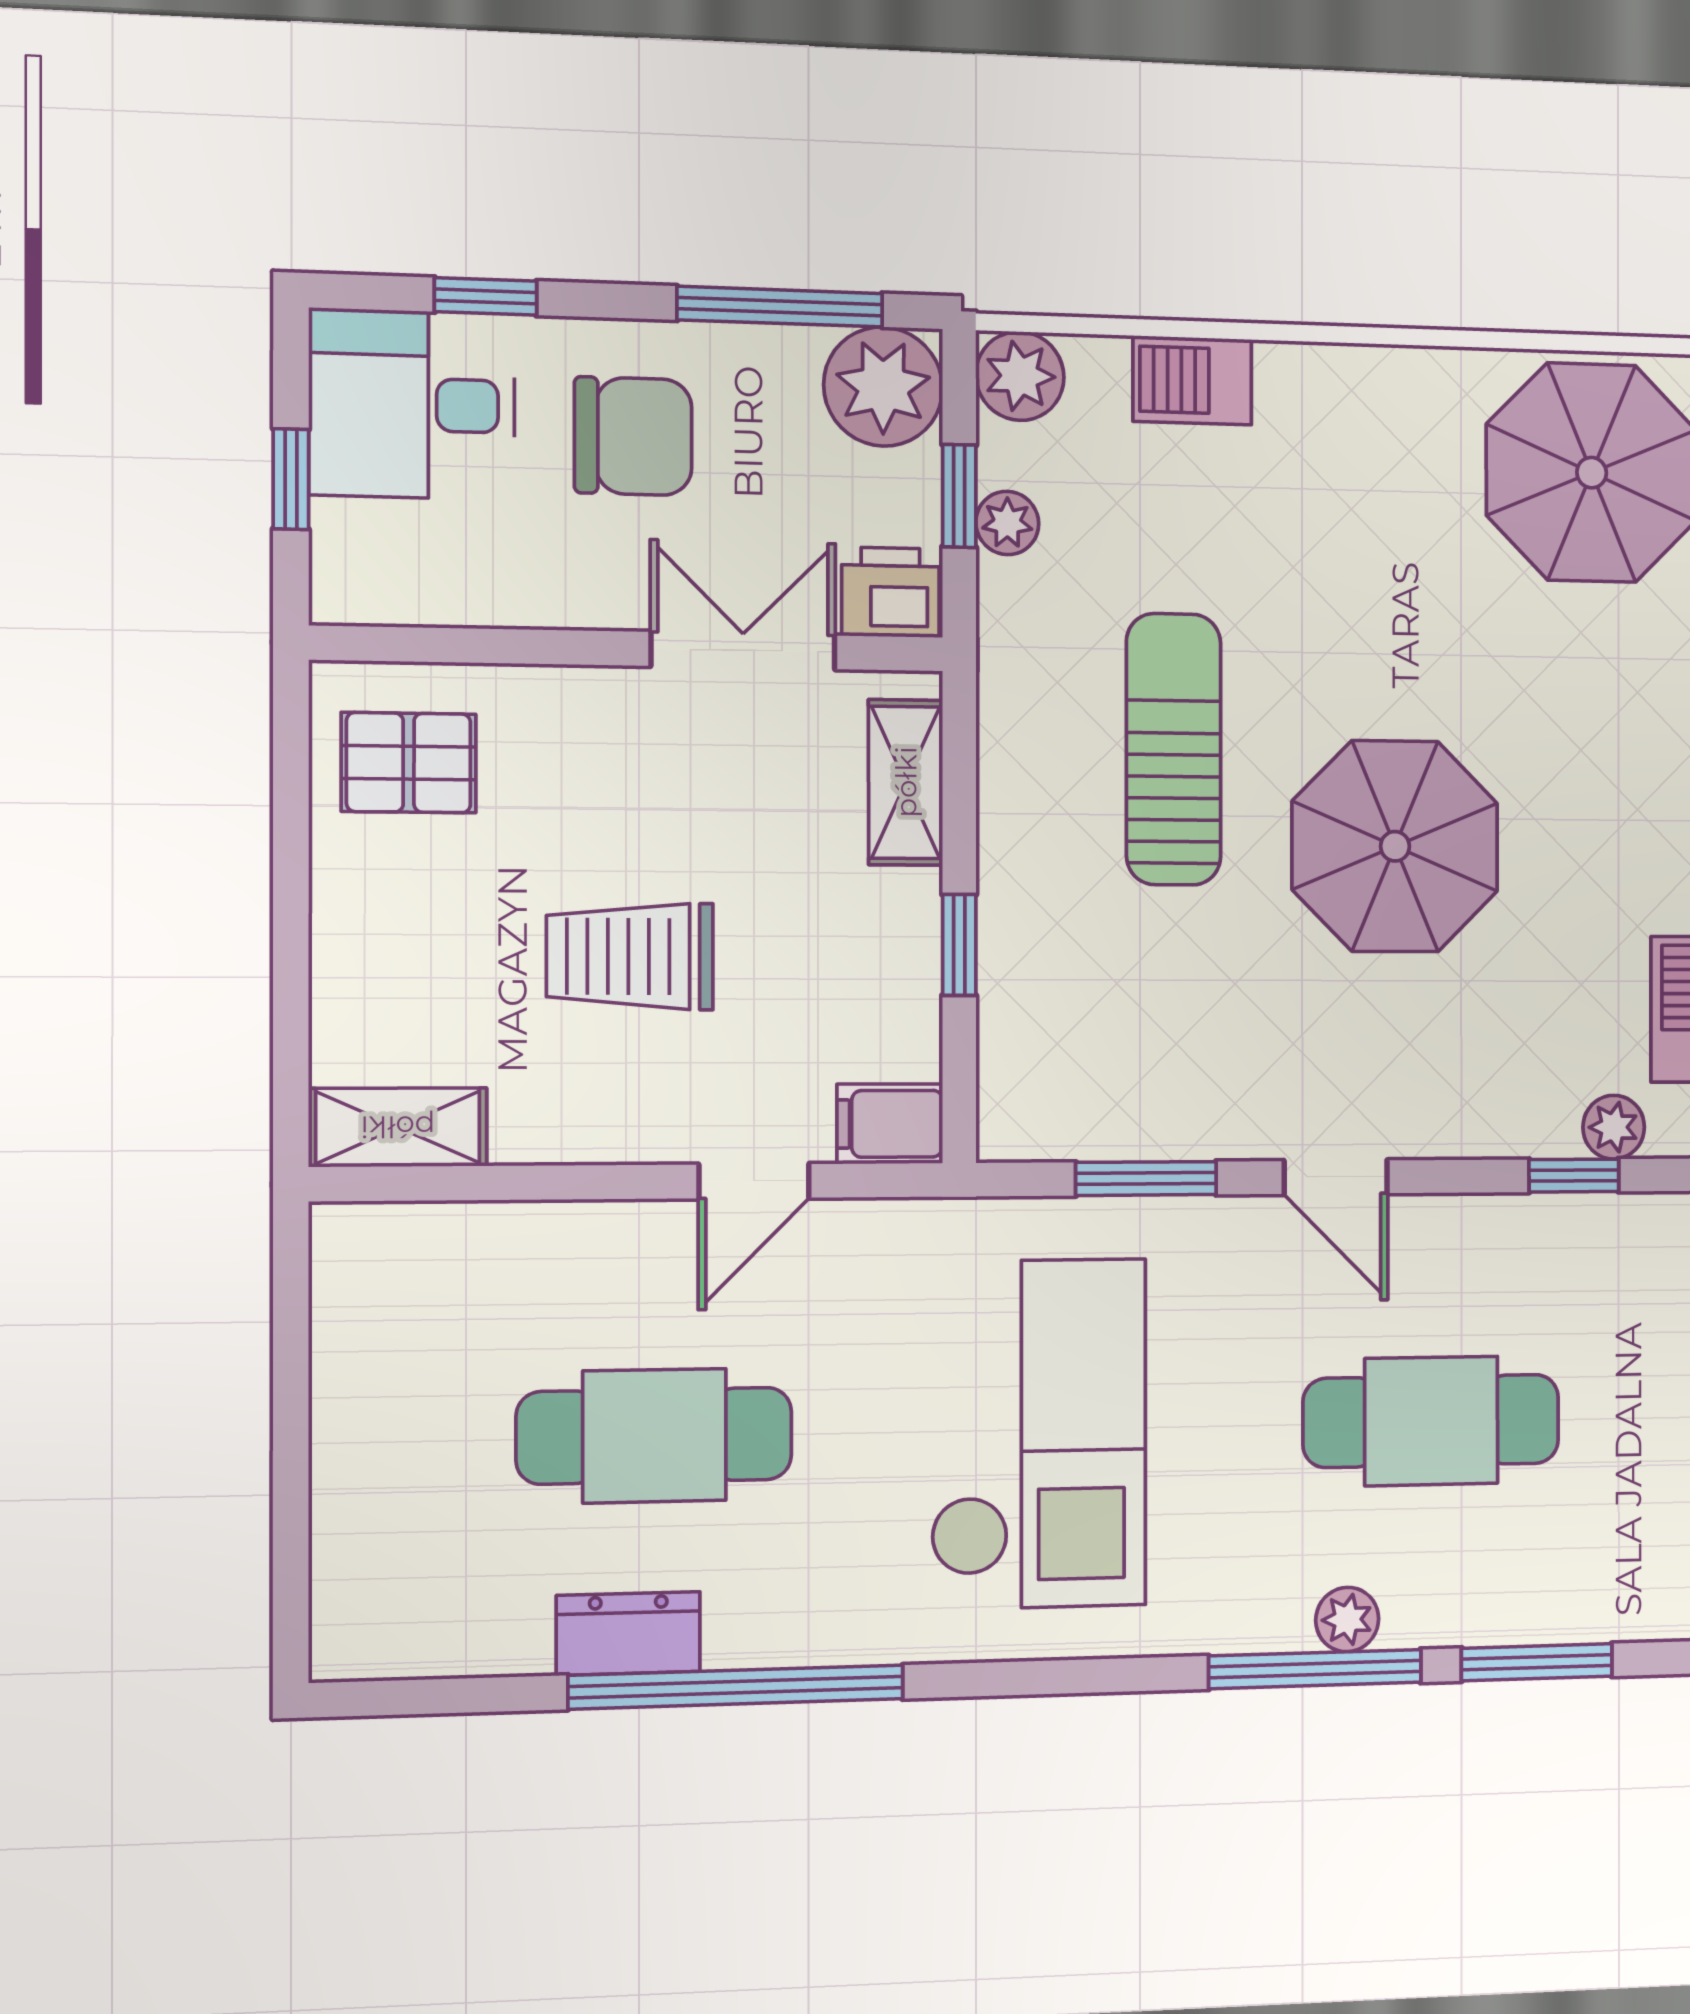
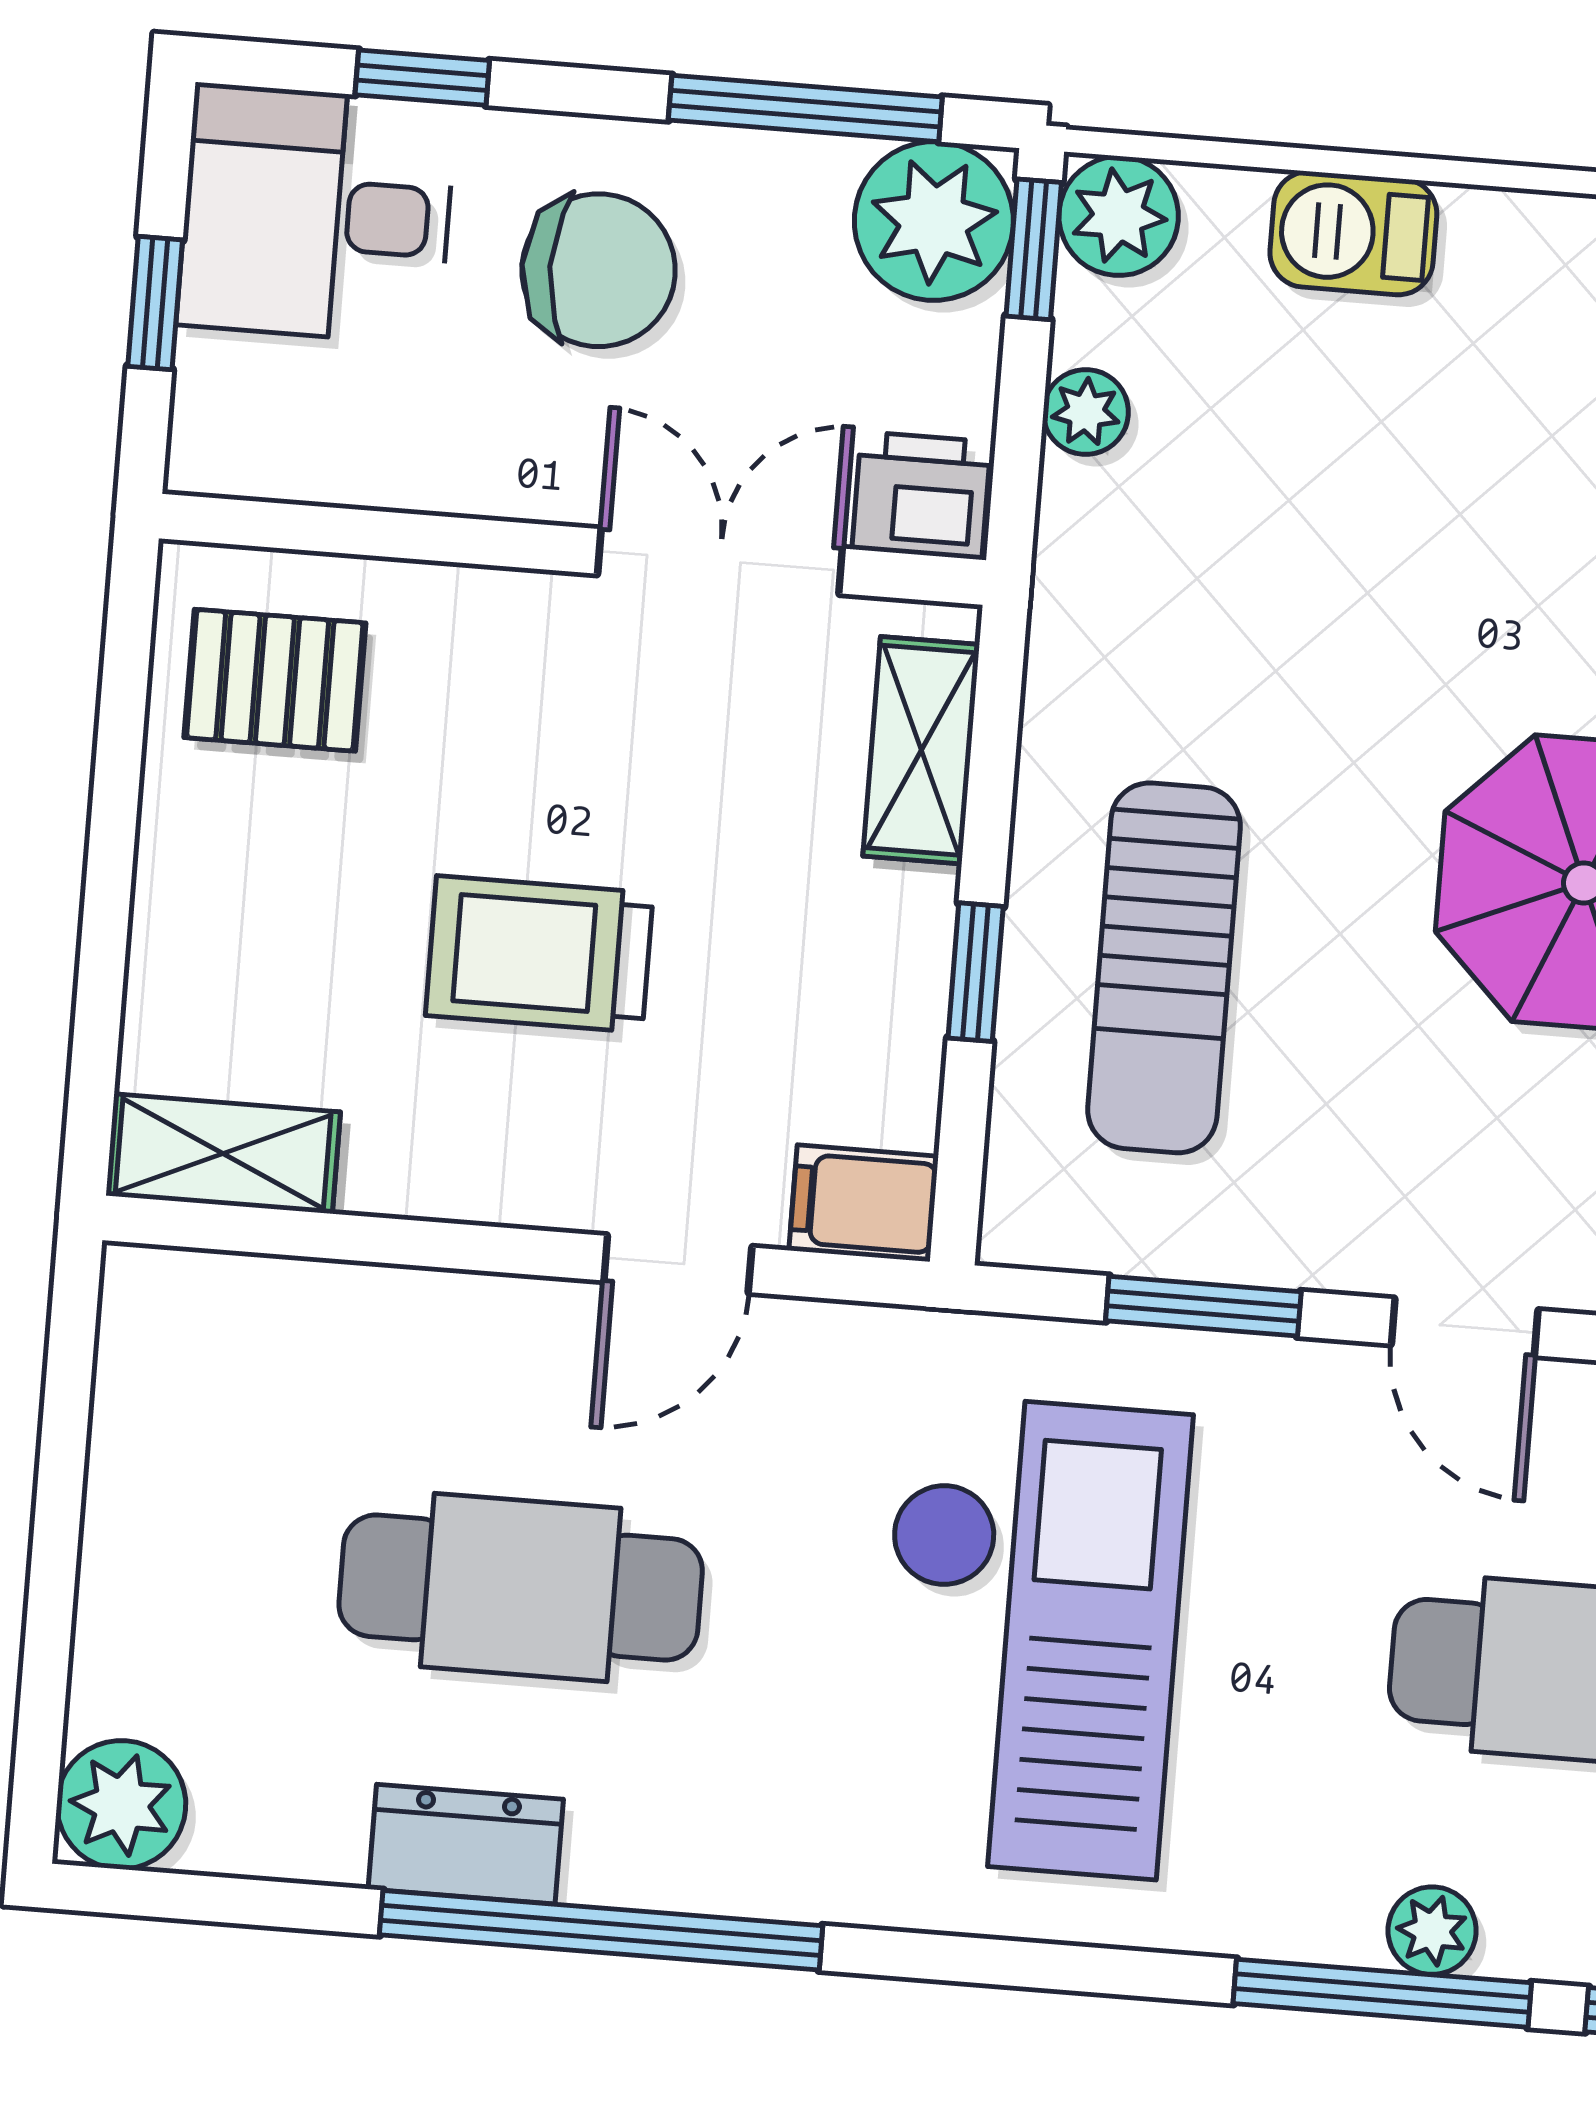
window: (959, 496) -> (1034, 249), moved
sun lounger: (1174, 749) -> (1164, 968), moved, turned 180
plant: (359, 1632) -> (121, 1805), added

